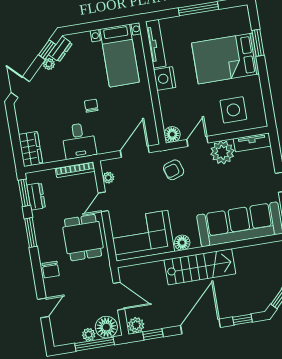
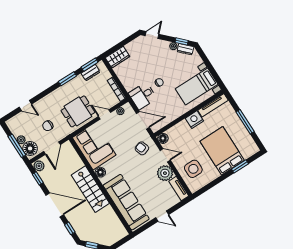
desk: (79, 141) -> (143, 96), moved
chair: (51, 270) -> (48, 126), moved

